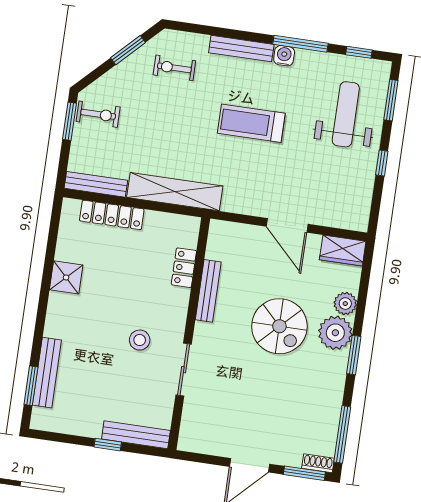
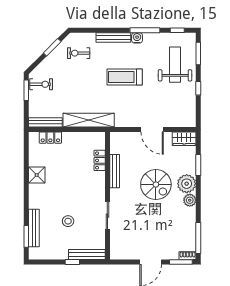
locker: (112, 215) -> (50, 138), width x0.66
plant: (345, 304) -> (190, 200), moved
stool: (140, 340) -> (68, 221), moved
window: (354, 355) -> (198, 165), moved

